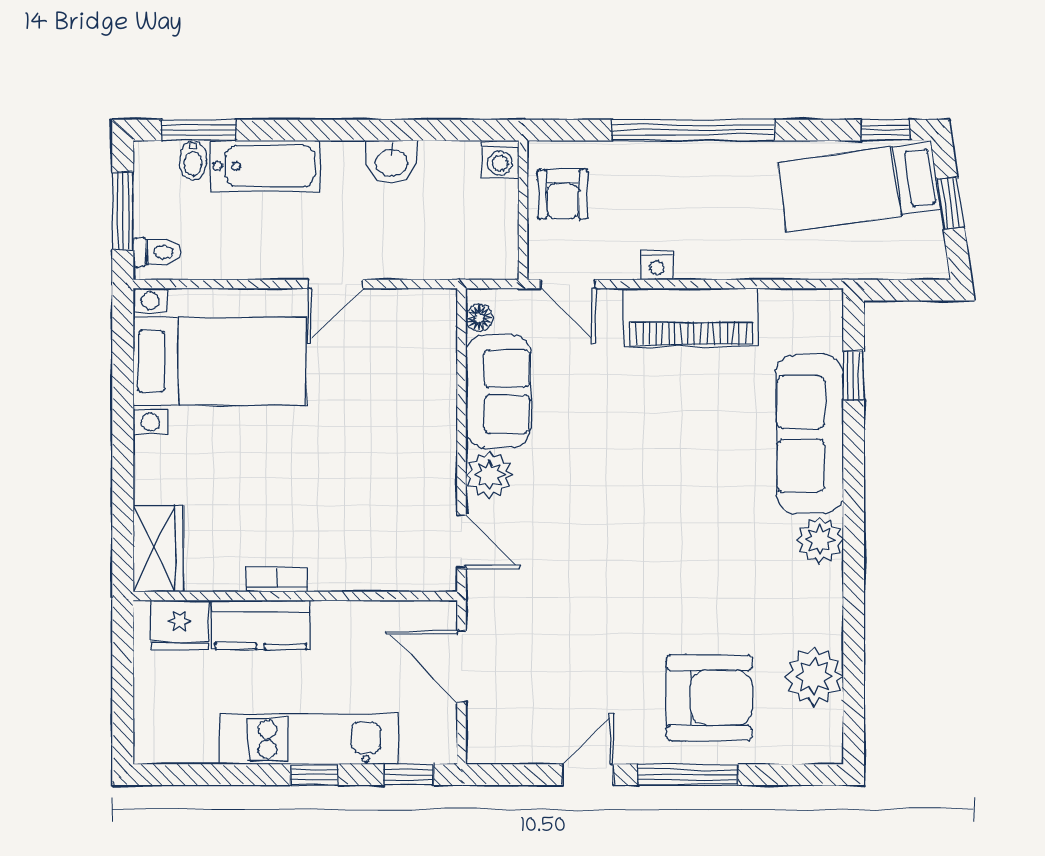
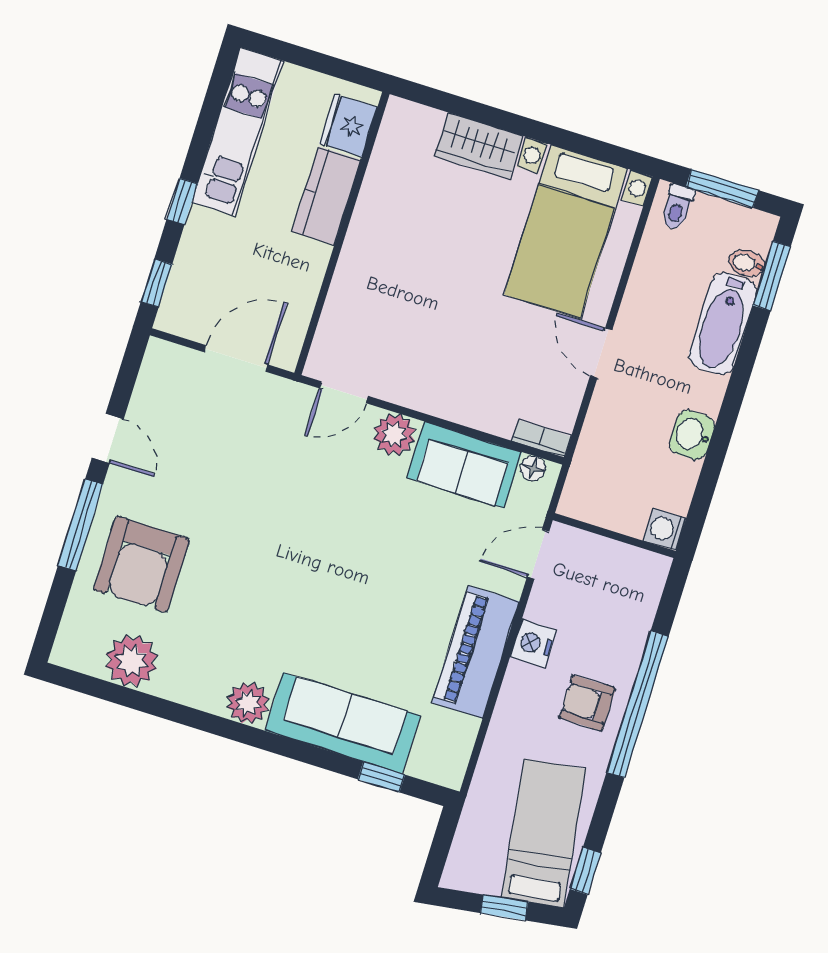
armchair: (563, 194) -> (587, 703), moved
nightstand: (657, 265) -> (533, 643), width x1.39, depth x1.35
wardrobe: (158, 549) -> (479, 146), moved
bookcase: (277, 580) -> (541, 439), moved, turned -90
kitchen unit: (309, 739) -> (238, 132), moved

